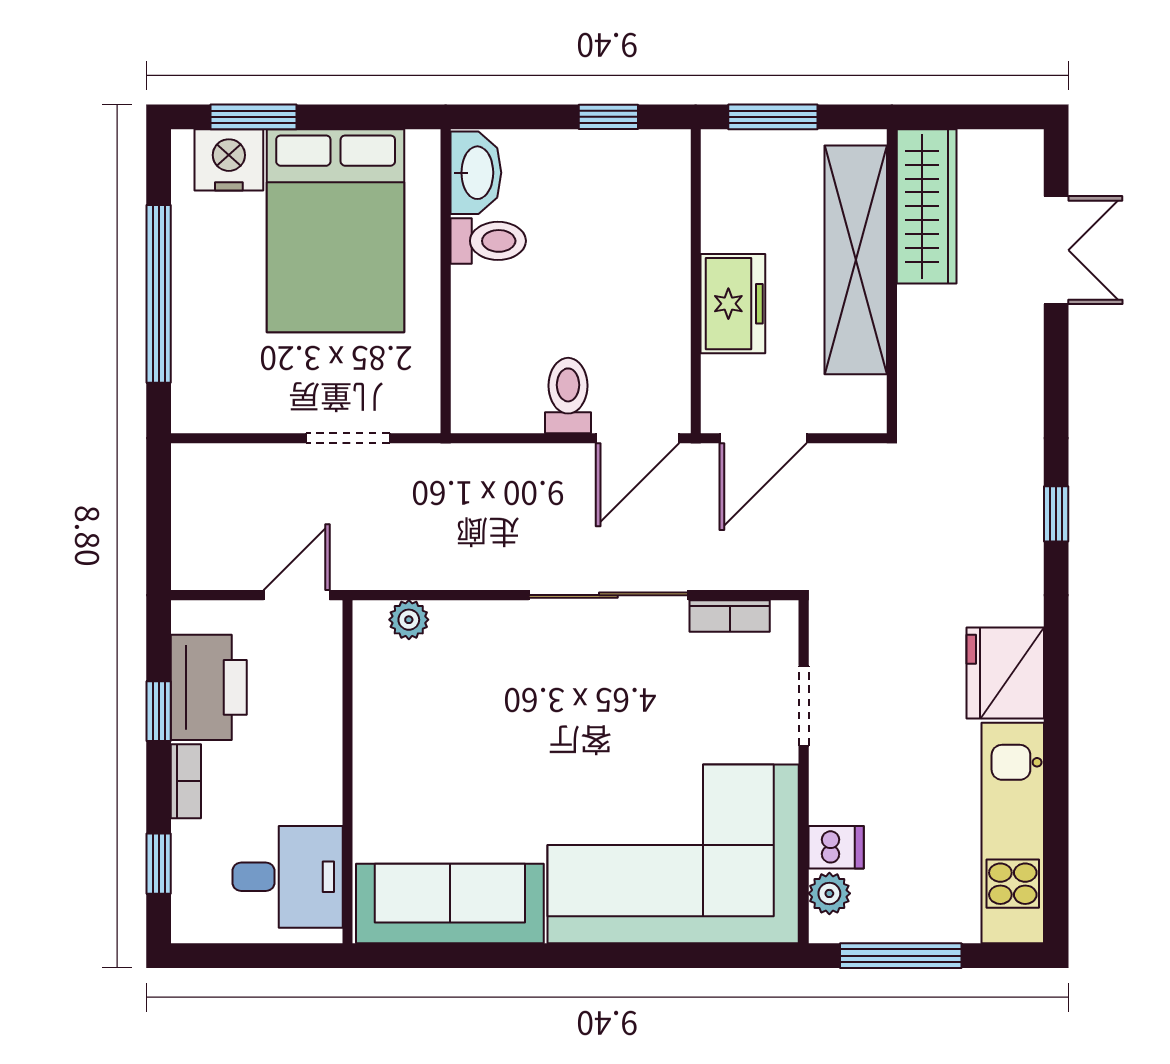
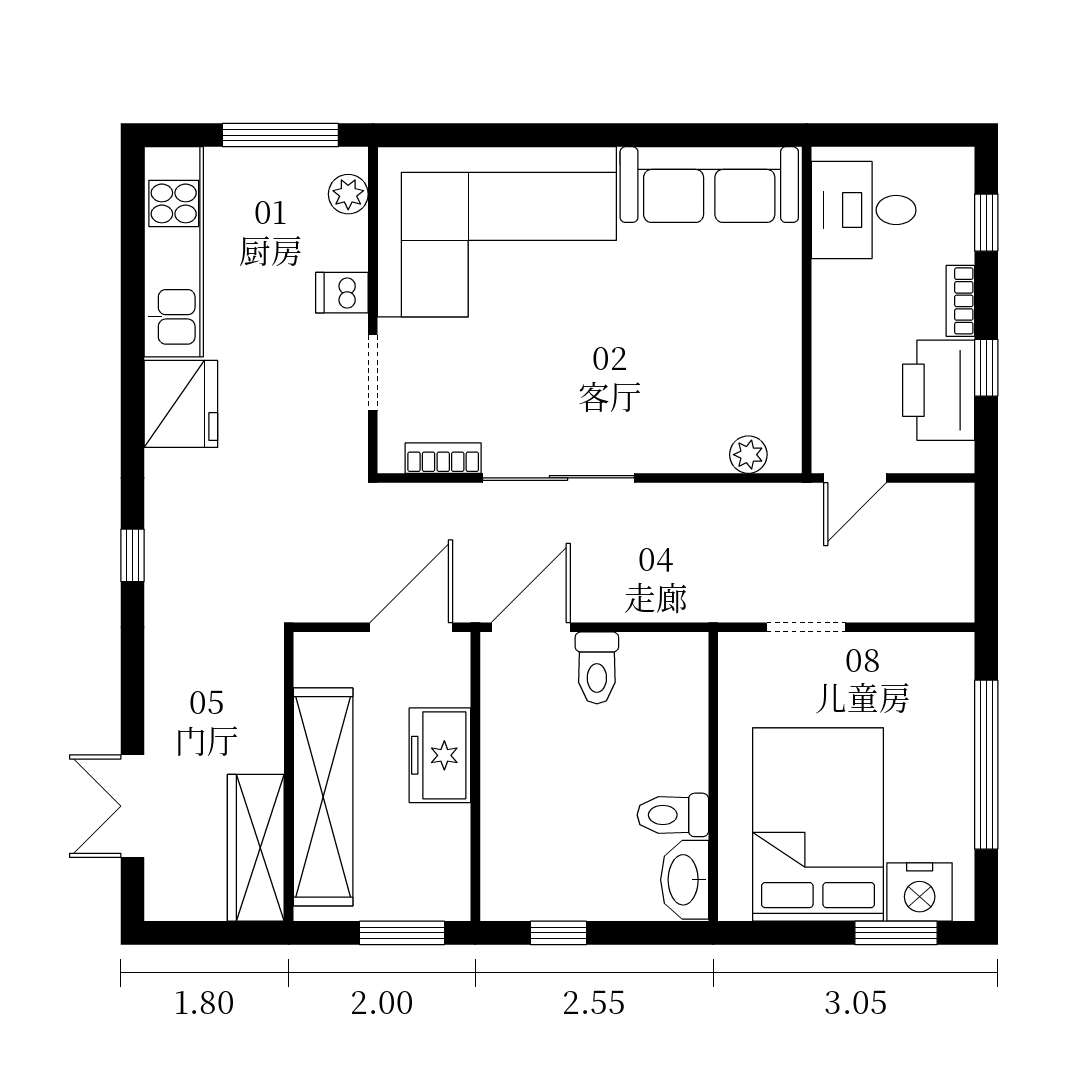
dishwasher: (836, 847) -> (342, 293), moved

